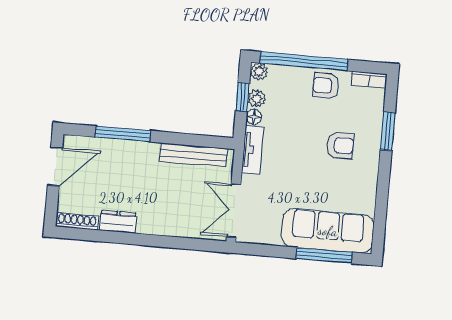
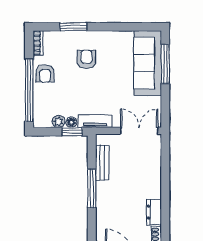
plant: (259, 72) -> (39, 122), removed
window: (242, 97) -> (72, 132), moved
window: (123, 134) -> (92, 189), moved
bench: (193, 155) -> (102, 163), width x0.73
double door: (234, 211) -> (139, 131), swing flipped

